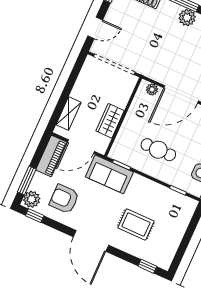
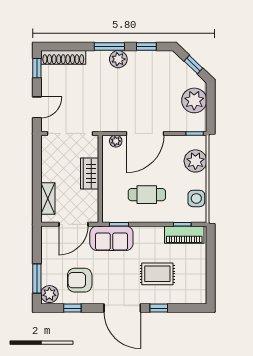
wardrobe: (110, 121) -> (90, 174), moved
piano: (51, 156) -> (184, 235), moved, turned 90
window: (35, 216) -> (72, 308), moved
window: (147, 266) -> (159, 308), moved

